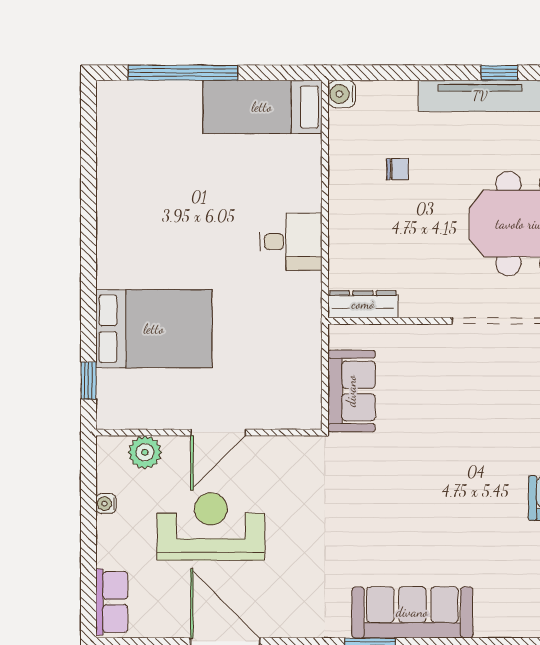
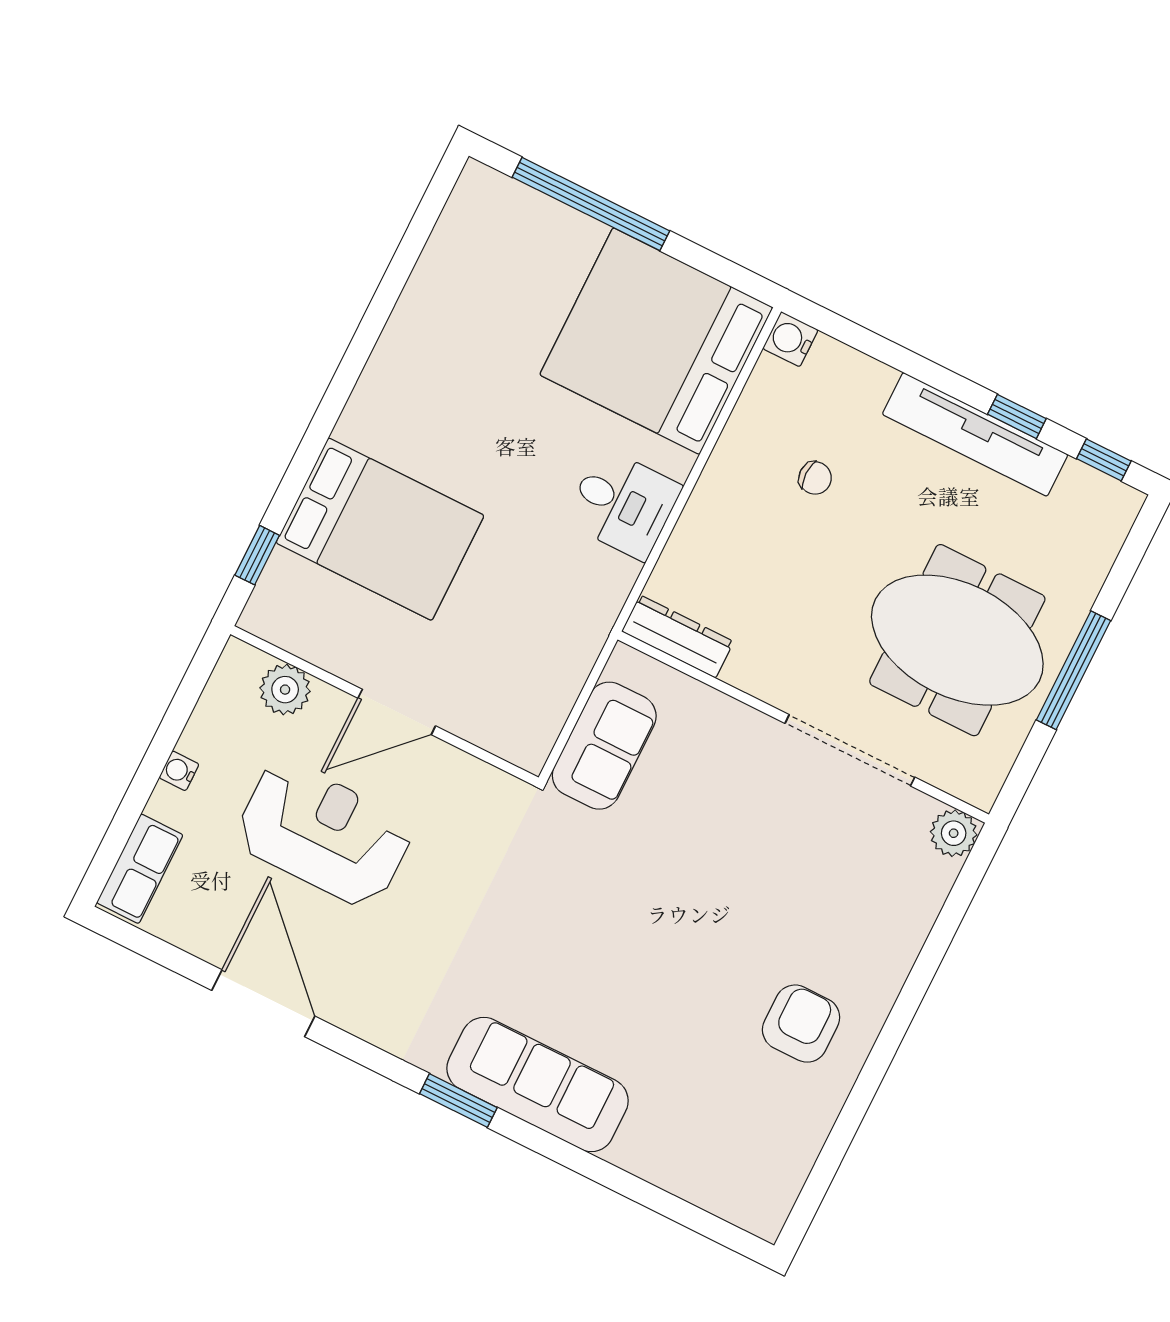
bed: (262, 107) -> (656, 341), width x2.04
water cooler: (106, 504) -> (179, 771), moved

